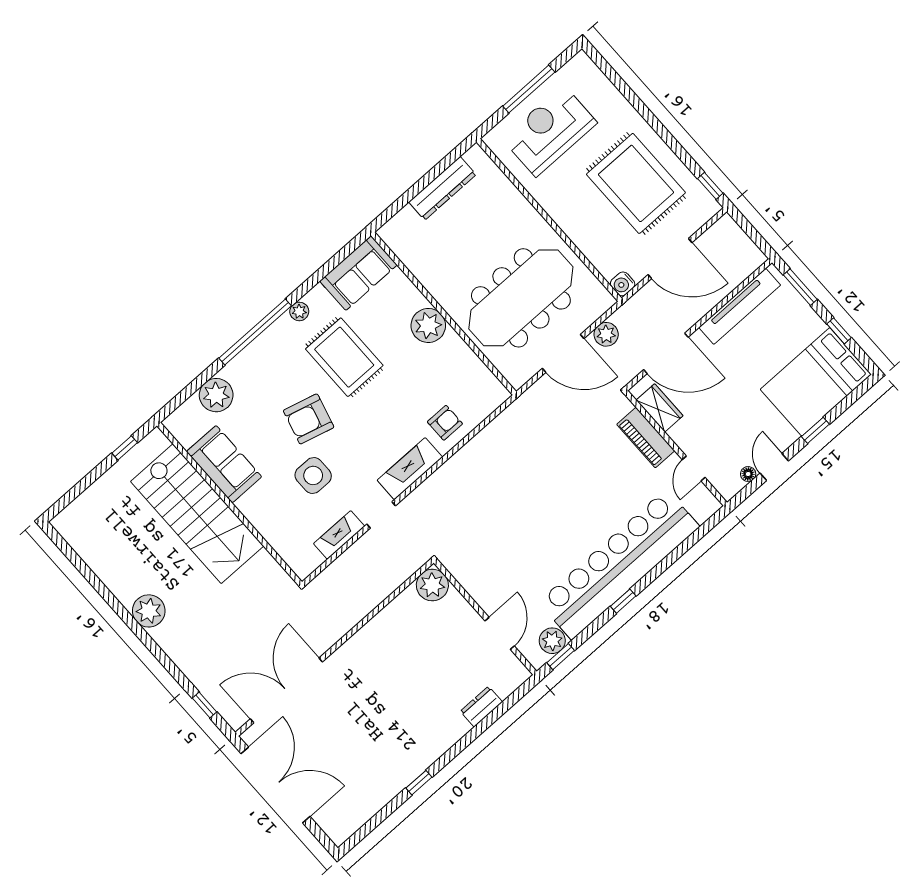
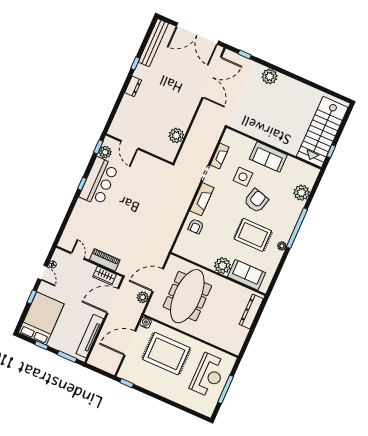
rug: (636, 183) -> (166, 354), moved
dresser: (442, 188) -> (251, 311), moved
sofa: (358, 273) -> (247, 275), moved, turned 90
sofa: (224, 464) -> (268, 157), moved
stairs: (197, 514) -> (322, 132), moved, turned -90
bar counter: (619, 564) -> (99, 182), width x0.54
plant: (432, 585) -> (176, 136), moved
plant: (149, 611) -> (270, 76), moved
dresser: (481, 707) -> (133, 86), moved
bench: (367, 806) -> (153, 43), added

